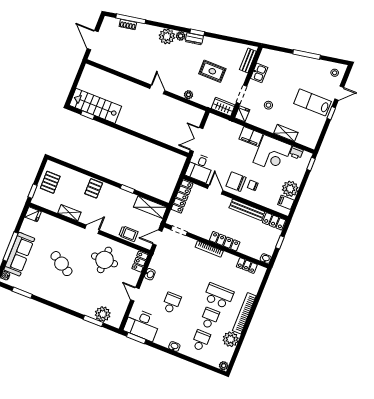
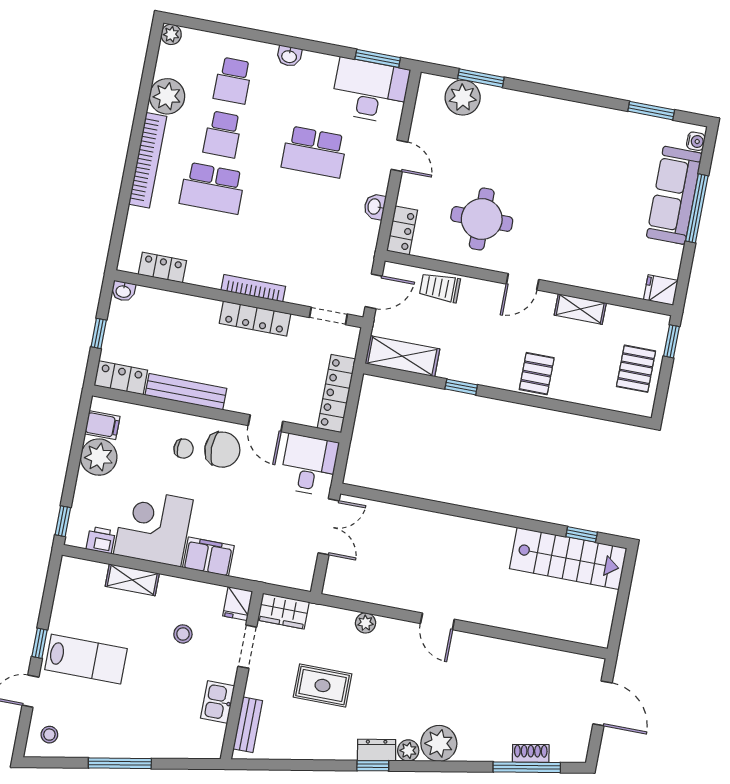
locker: (225, 241) -> (255, 319), moved
cafe table: (61, 264) -> (576, 192), removed
school desk: (171, 303) -> (314, 152), width x1.85

